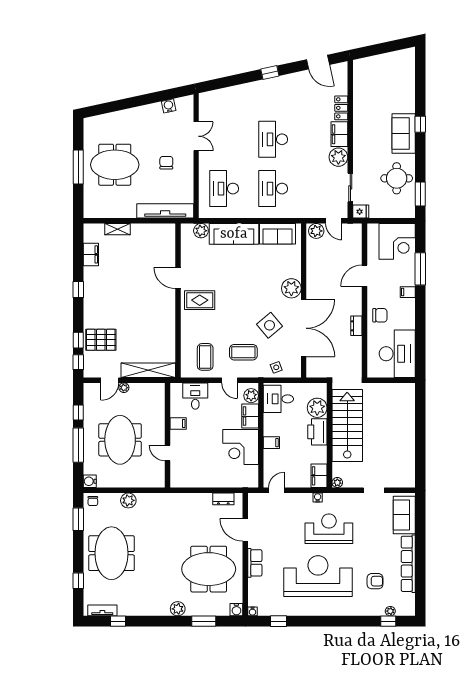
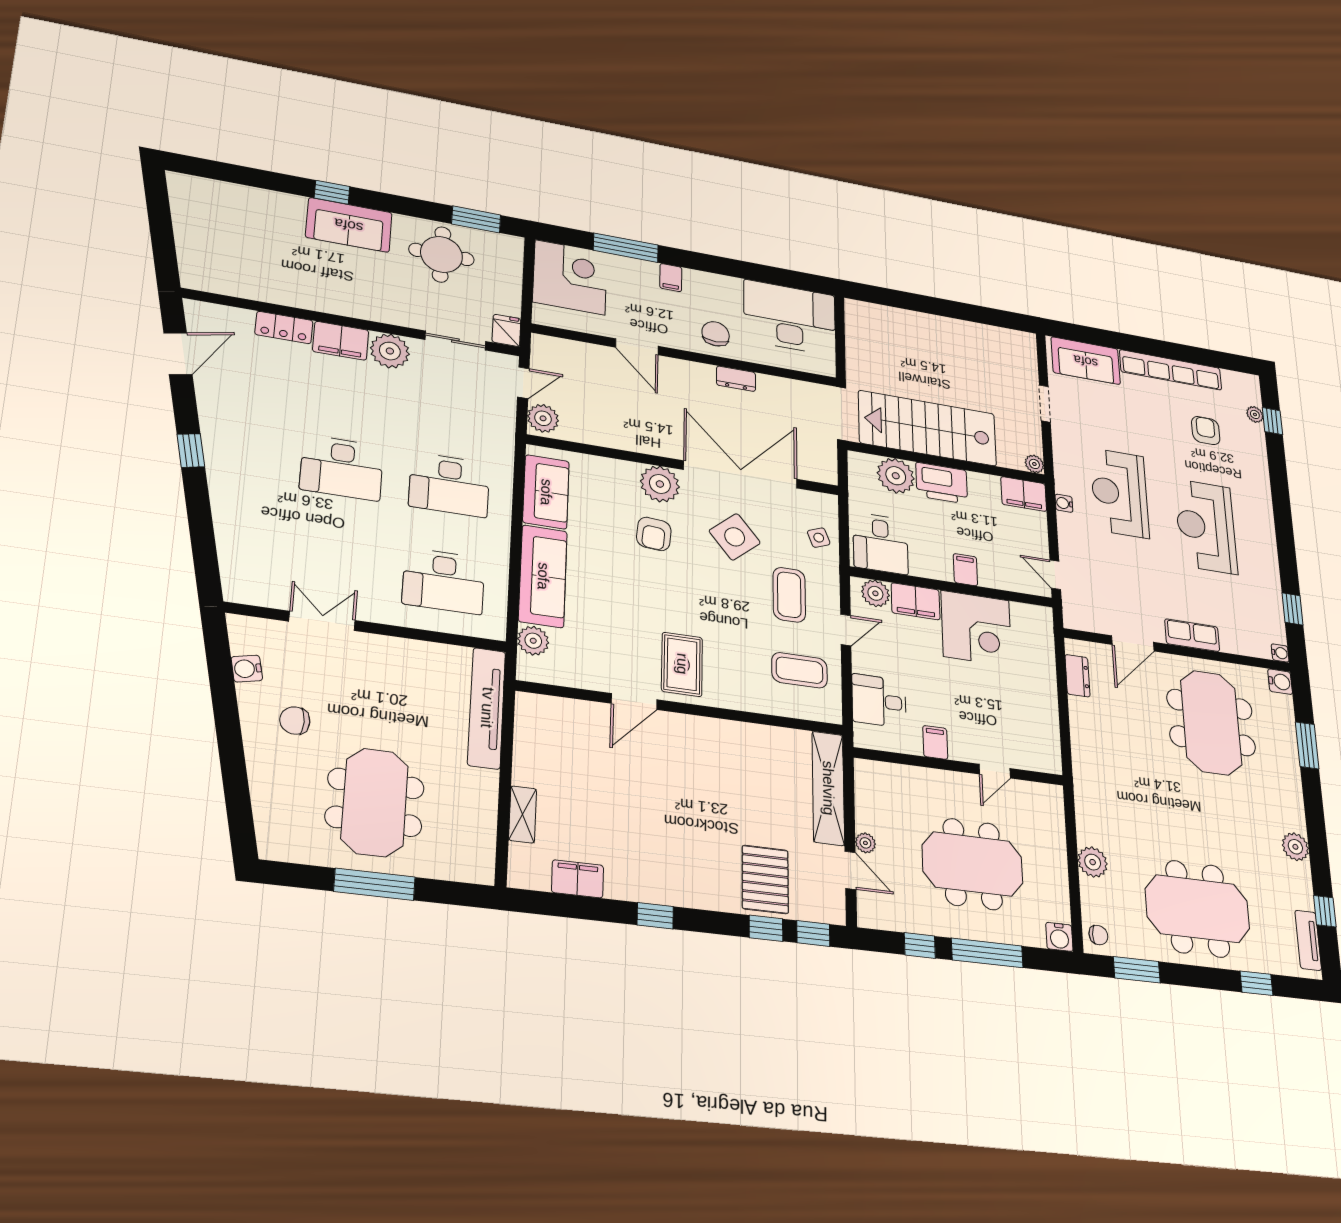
chair: (166, 163) -> (295, 721), moved
armchair: (264, 286) -> (654, 534), added
reception desk: (318, 576) -> (1206, 526), width x0.74, depth x0.77
plant: (178, 609) -> (1295, 847), moved

